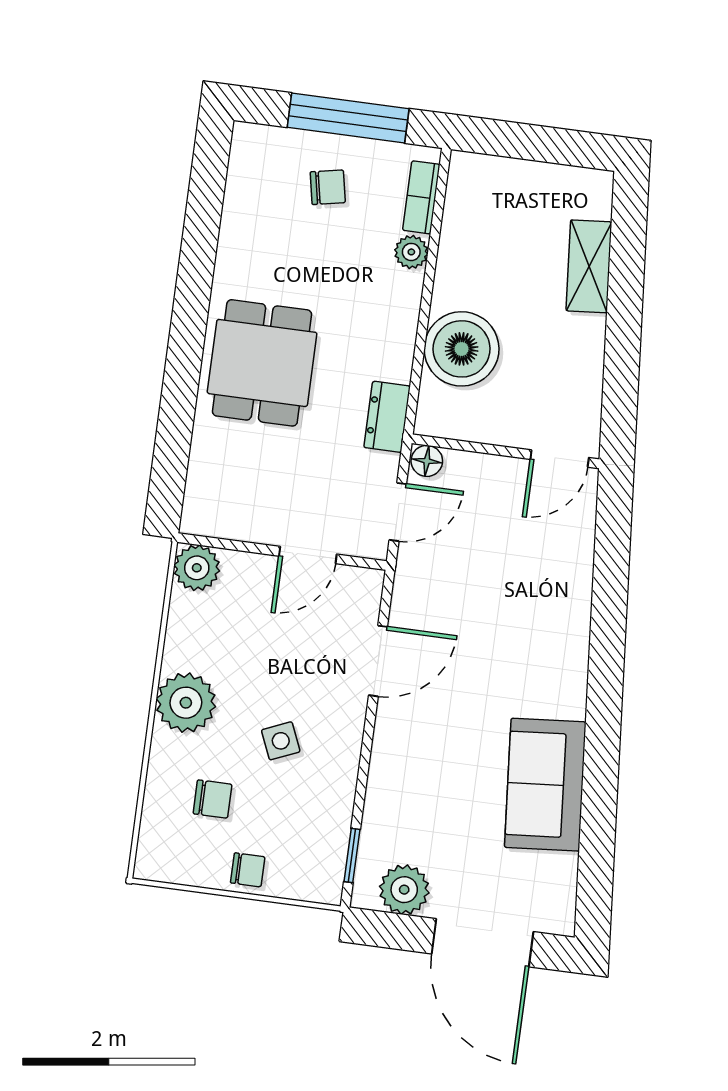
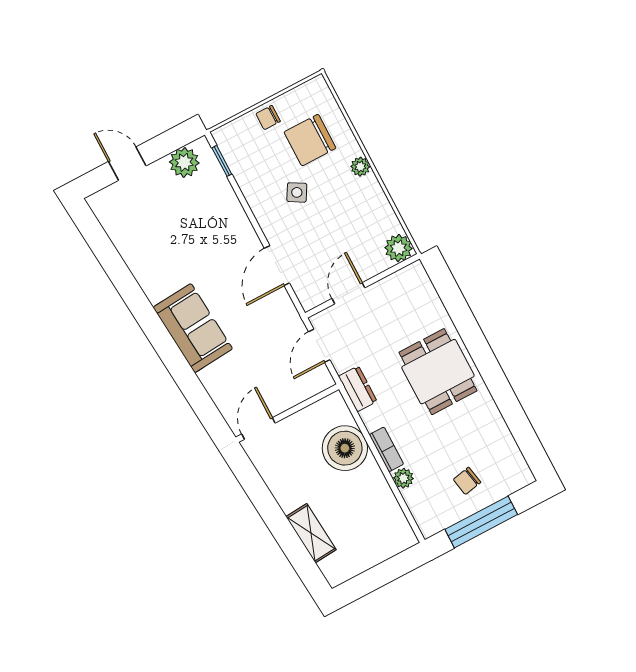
bookcase: (421, 197) -> (386, 449), moved
floor lamp: (427, 461) -> (323, 381), removed
plant: (186, 703) -> (360, 167), width x0.53, depth x0.53
side table: (281, 741) -> (297, 192), turned -37
sofa: (545, 785) -> (193, 328), moved
chair: (213, 799) -> (310, 140), width x1.87, depth x1.87
door: (482, 943) -> (127, 164), width x0.53

